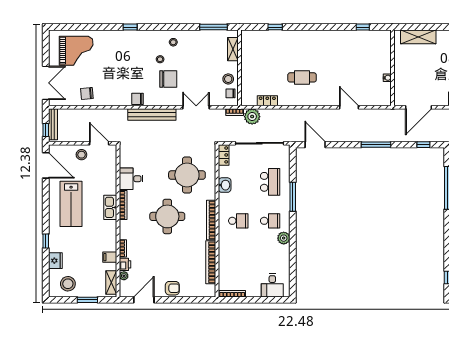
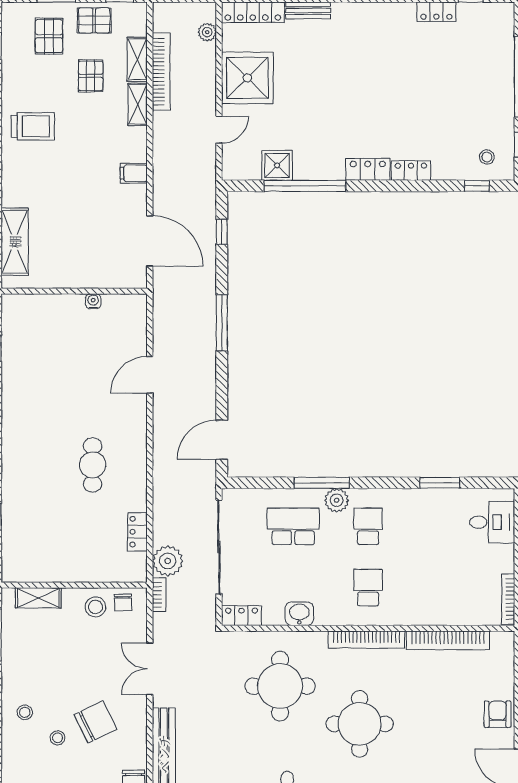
chair: (168, 79) -> (96, 722), turned 64
plant: (284, 238) -> (337, 500), moved
window: (293, 258) -> (440, 483), added

